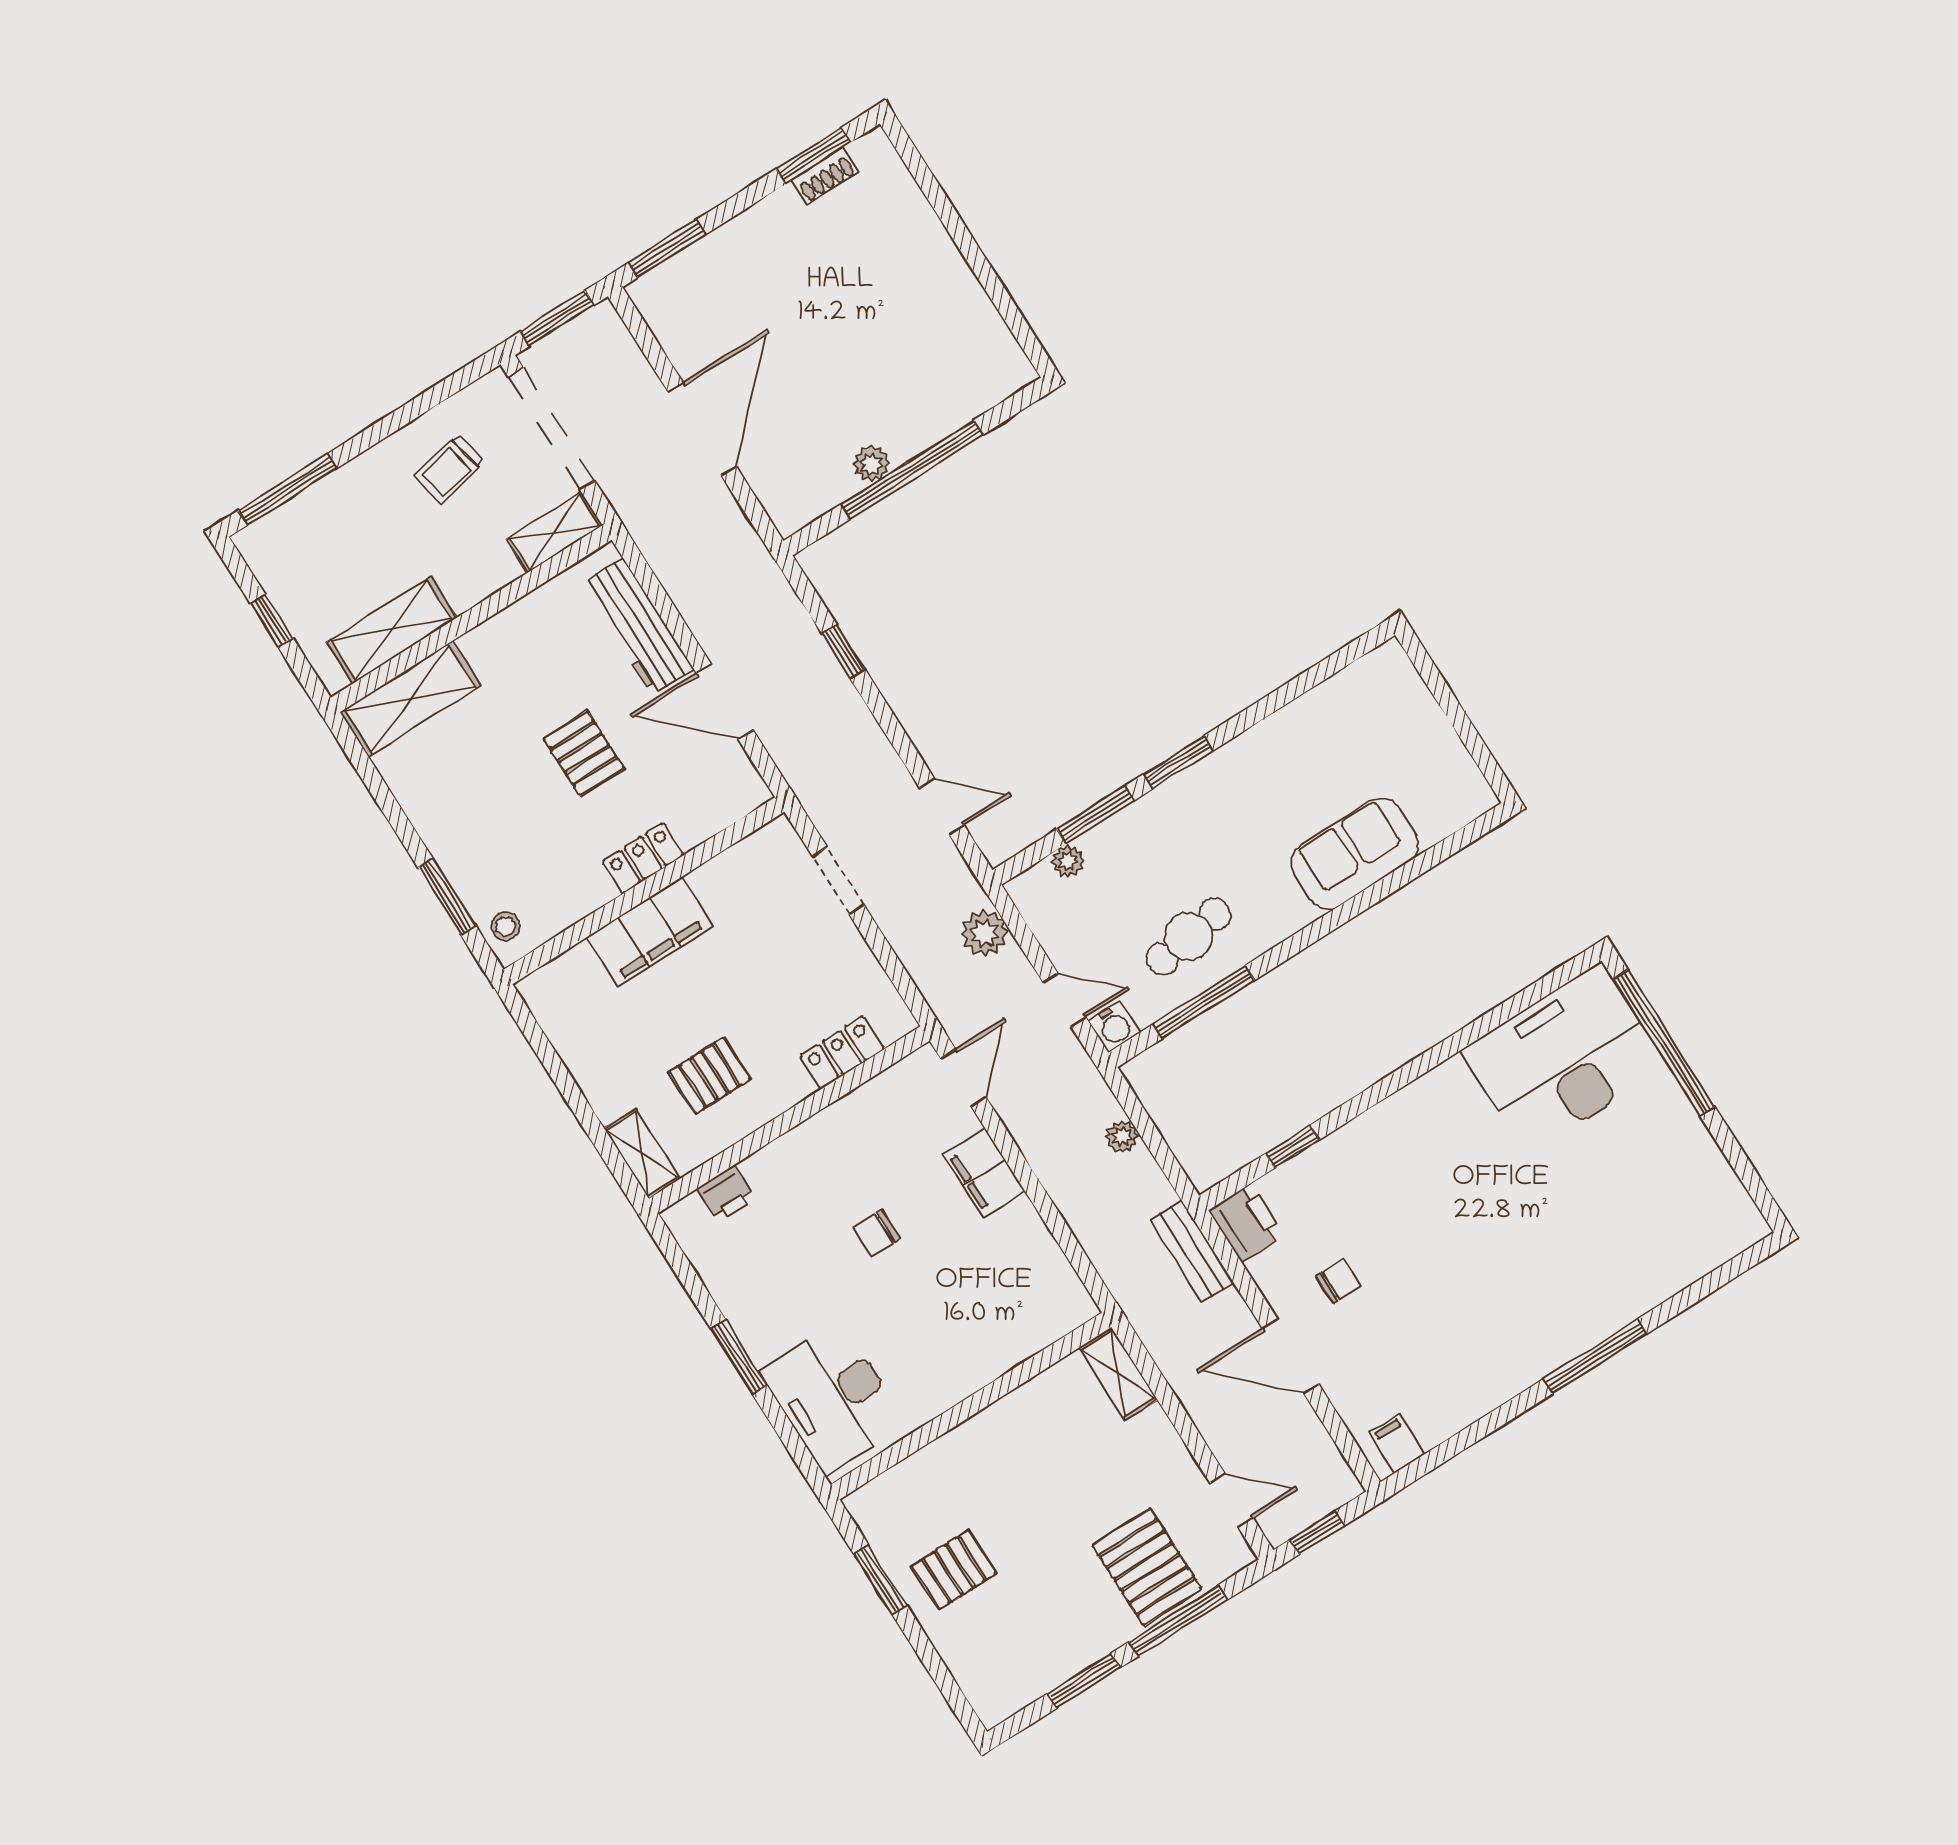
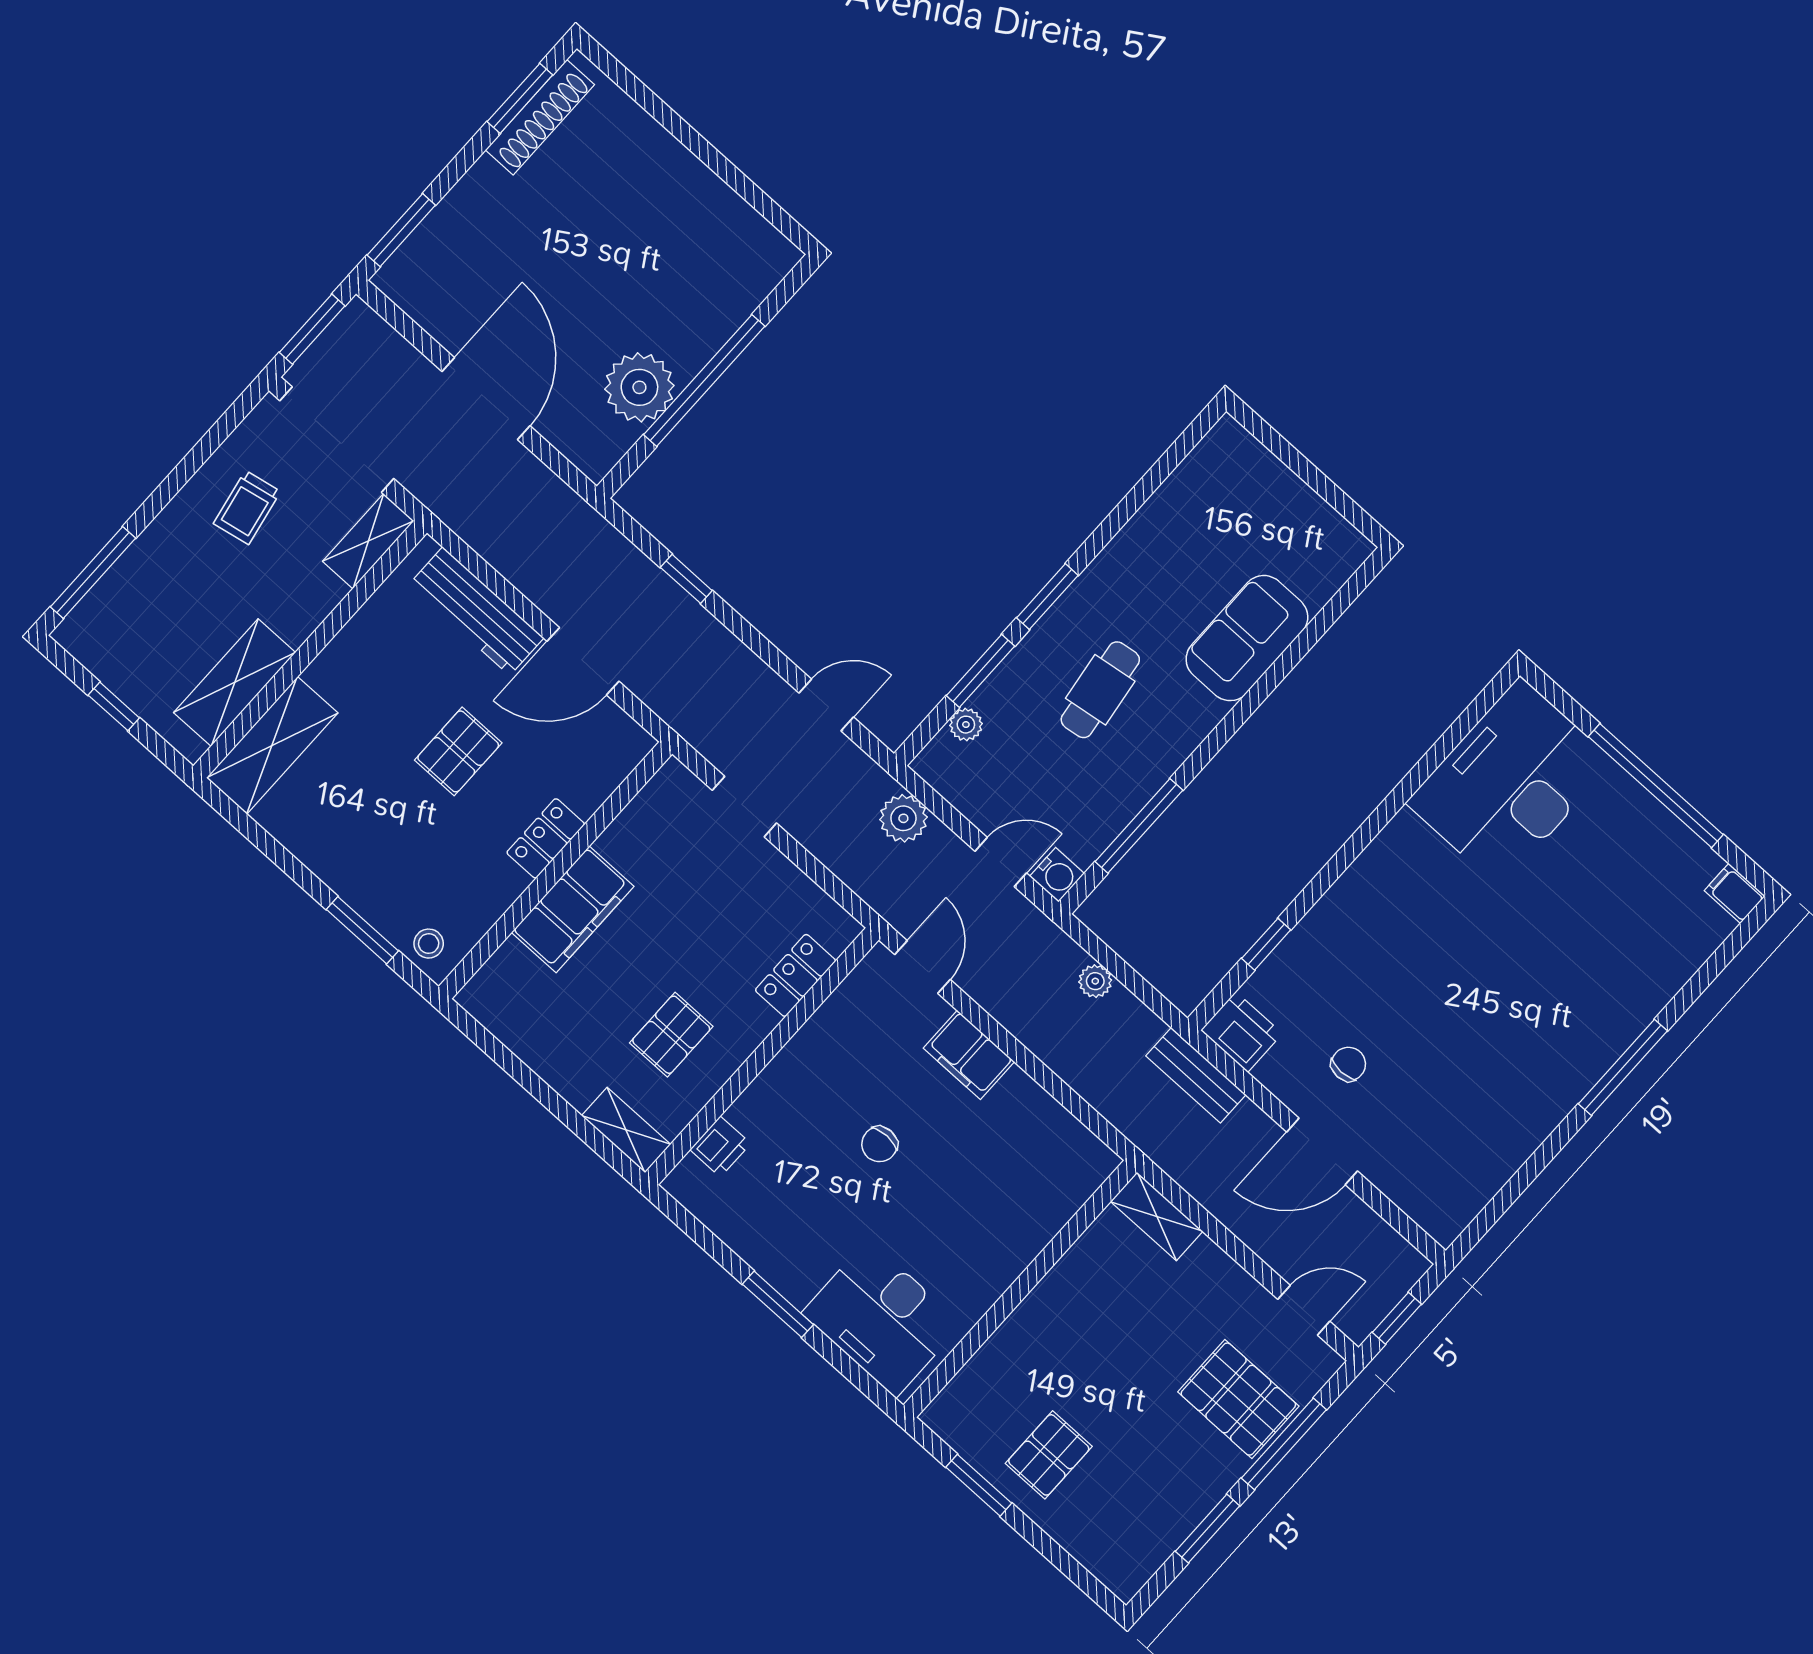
shoe rack: (825, 176) -> (540, 117), width x1.94, depth x1.24
plant: (871, 464) -> (639, 387), width x1.87, depth x1.87
pallet: (584, 754) -> (458, 751), turned 90
cafe table: (1189, 937) -> (1100, 690), moved
window: (1664, 1043) -> (1656, 786), moved
filing cabinet: (1397, 1443) -> (1735, 893), moved

